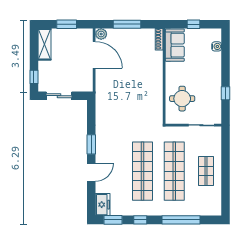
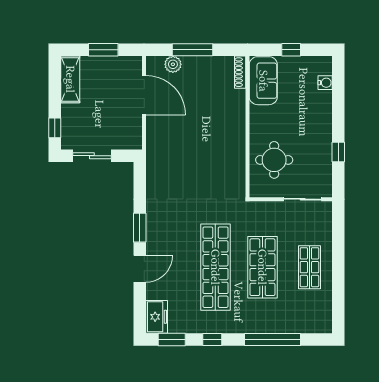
plant: (101, 34) -> (173, 64), moved
shop shelf: (174, 171) -> (262, 267), width x0.71

